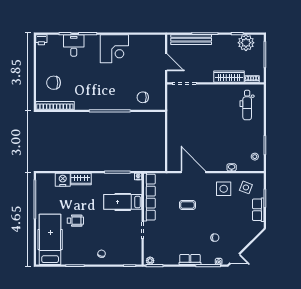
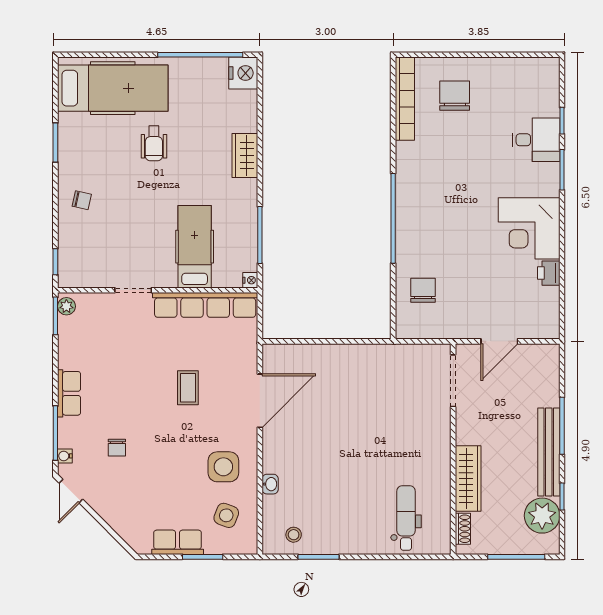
printer: (41, 40) -> (549, 273), moved
bench: (191, 40) -> (549, 452), moved
dental chair: (247, 105) -> (406, 518), turned 90
nightstand: (63, 180) -> (243, 73), moved

